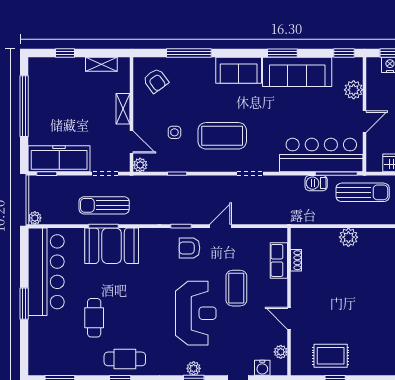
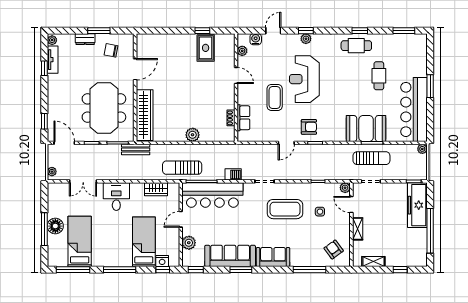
freezer: (59, 159) -> (417, 205), moved, turned 90
barbecue: (316, 183) -> (233, 174), moved
rug: (331, 356) -> (206, 48), turned 90

